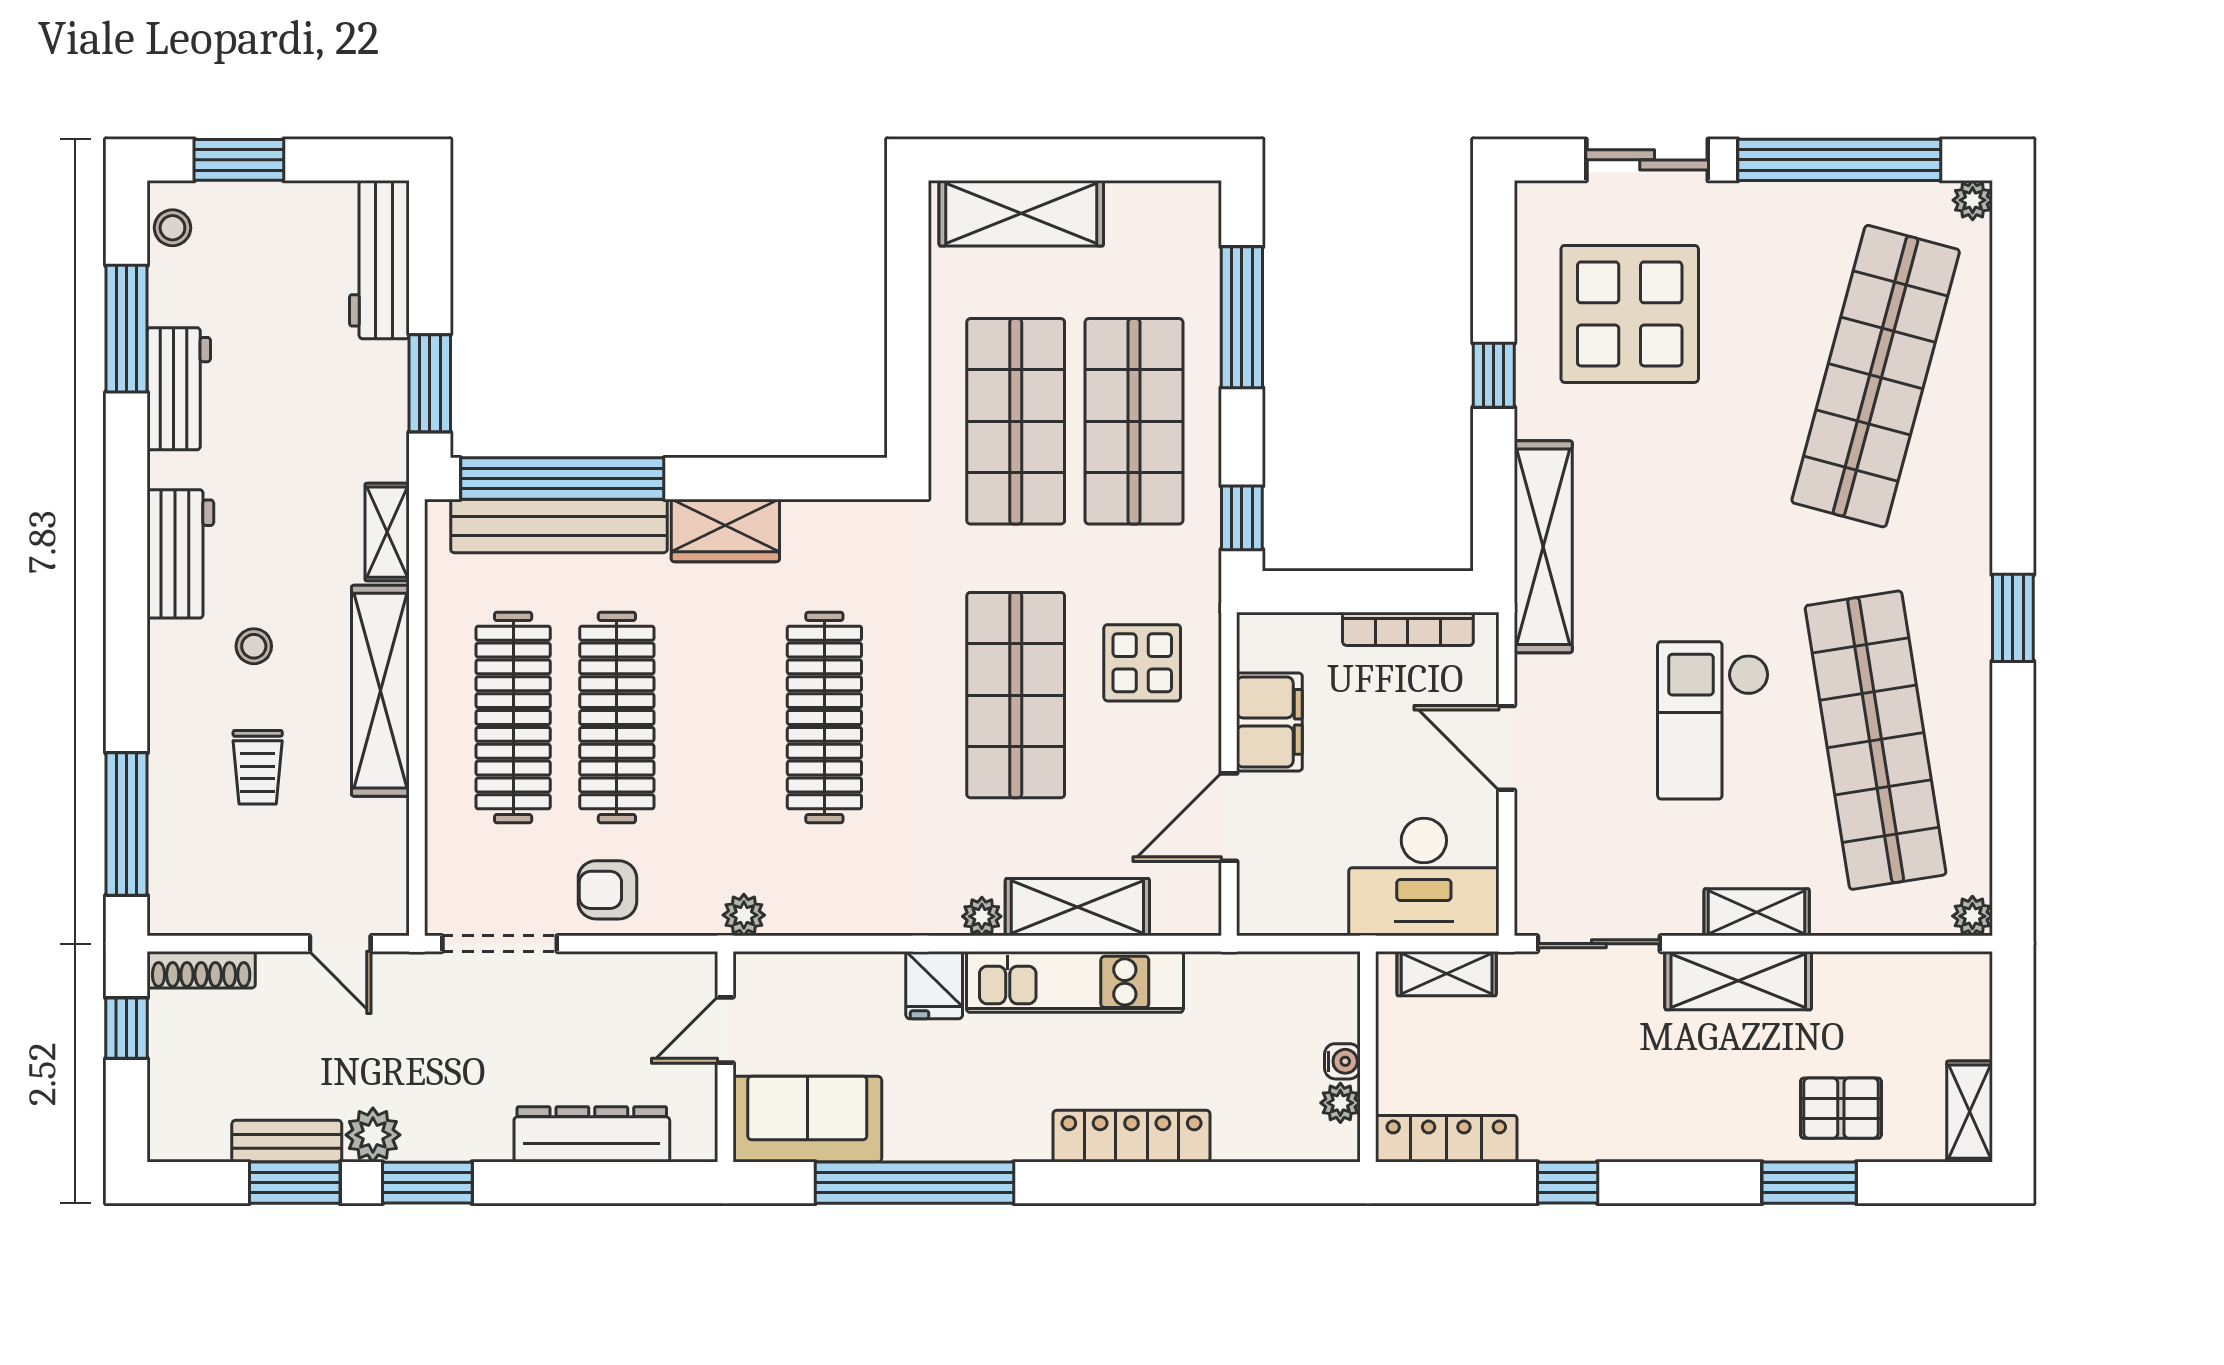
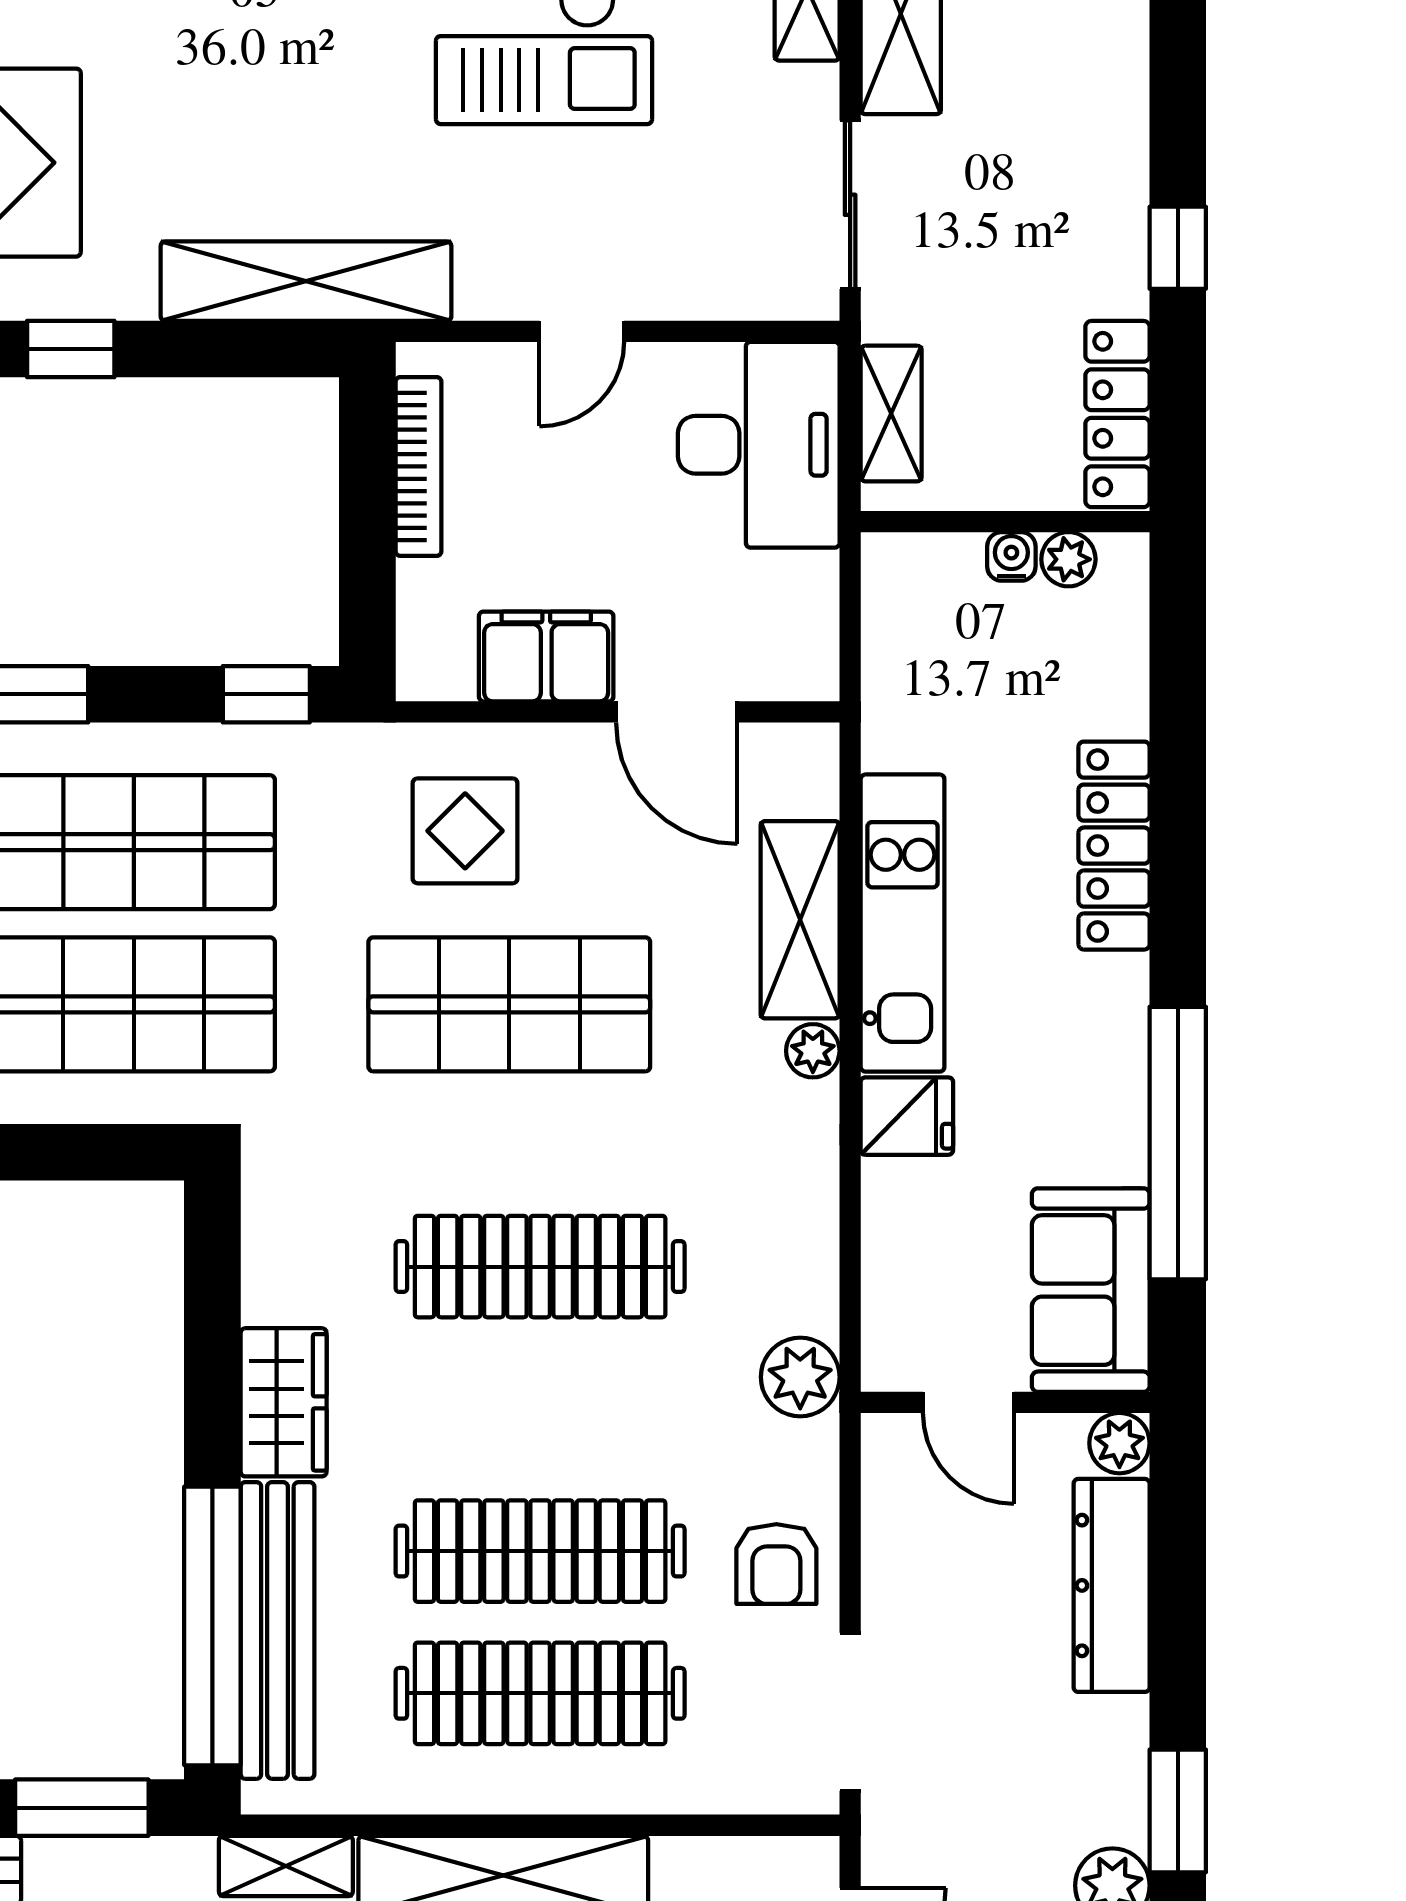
door: (1507, 748) -> (582, 331), width x0.73
plant: (744, 915) -> (800, 1377), width x1.38, depth x1.38
plant: (696, 1140) -> (1119, 1443), added

